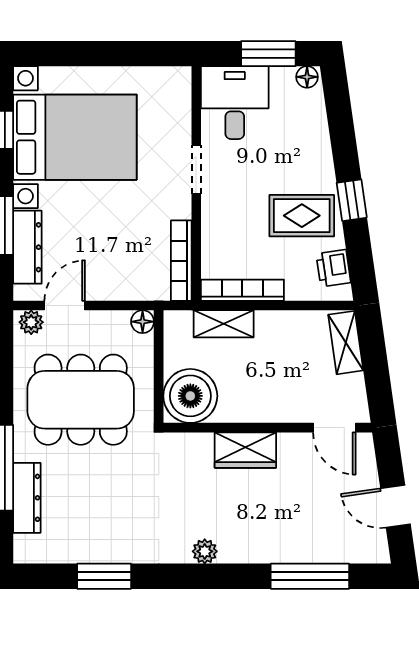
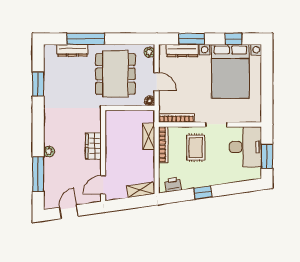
floor lamp: (307, 77) -> (257, 173), removed
desk: (235, 103) -> (246, 147), width x1.37
rug: (302, 216) -> (196, 148), moved
door: (65, 306) -> (157, 81), moved
boiler: (190, 396) -> (117, 122), removed
plant: (205, 551) -> (49, 151), moved

